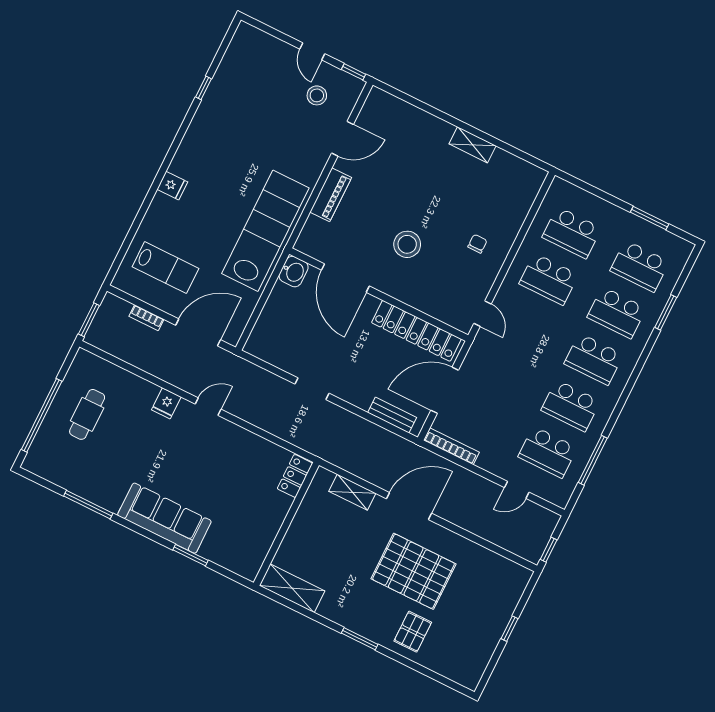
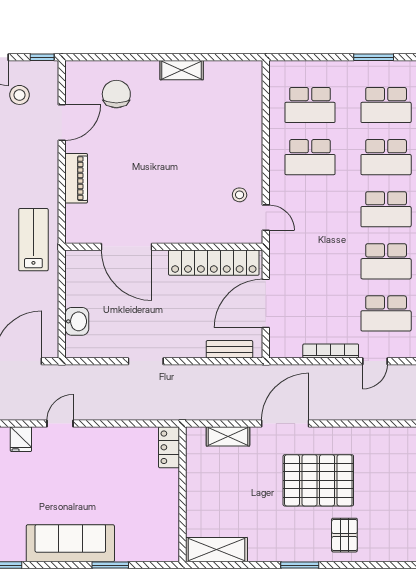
lab bench: (265, 231) -> (33, 240), width x0.54, depth x0.72
stool: (407, 244) -> (240, 195), moved, width x0.53, depth x0.53
chair: (477, 244) -> (116, 94), moved, width x1.87, depth x1.87
washbasin: (294, 272) -> (77, 321), moved
bookcase: (451, 446) -> (331, 351), moved

